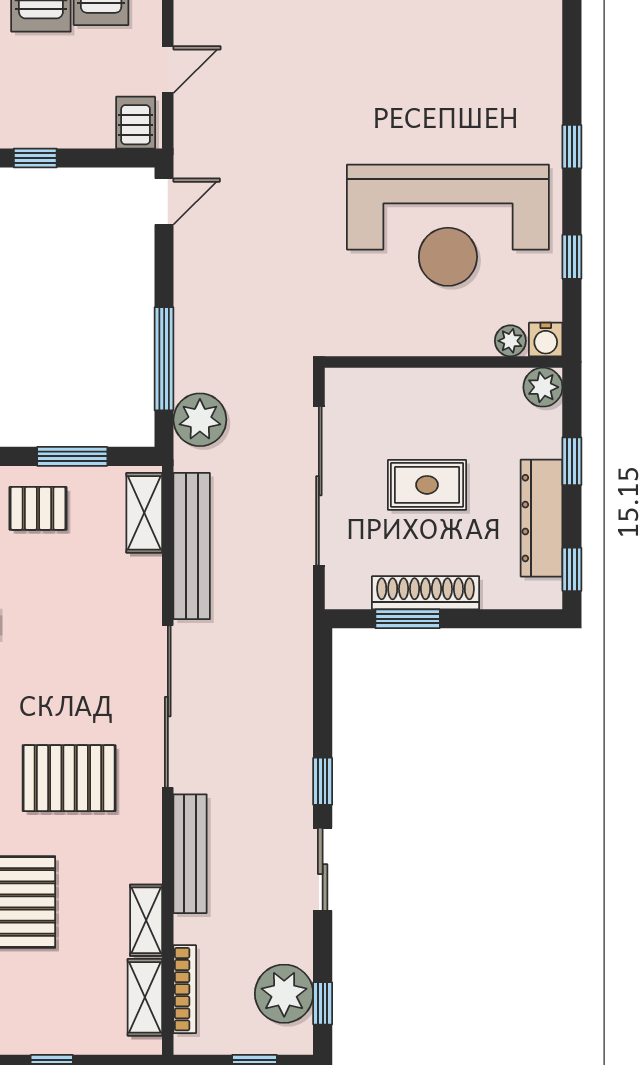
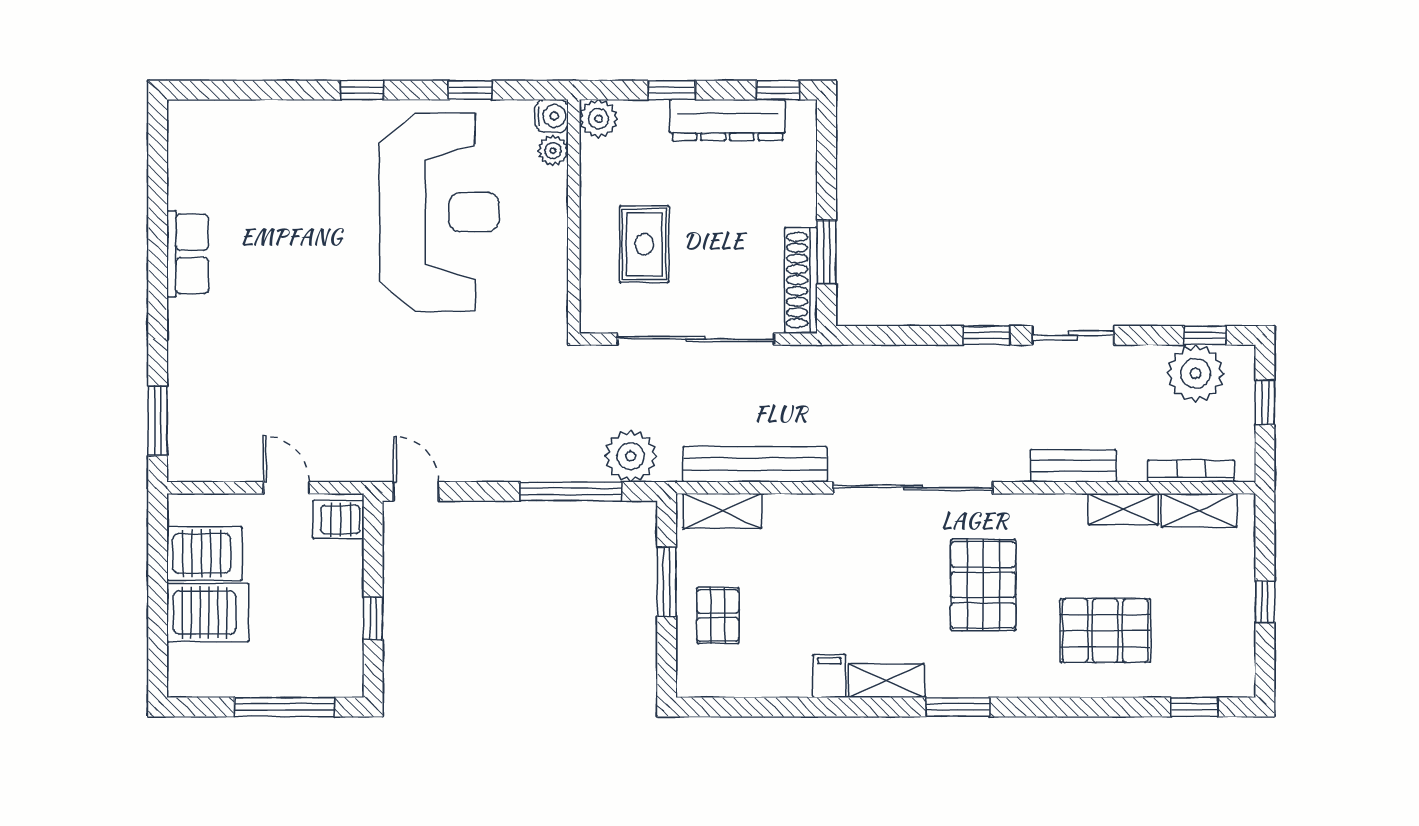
rug: (427, 485) -> (644, 244), moved
shoe rack: (426, 593) -> (801, 280), moved
bench: (190, 854) -> (1073, 466), width x0.73

